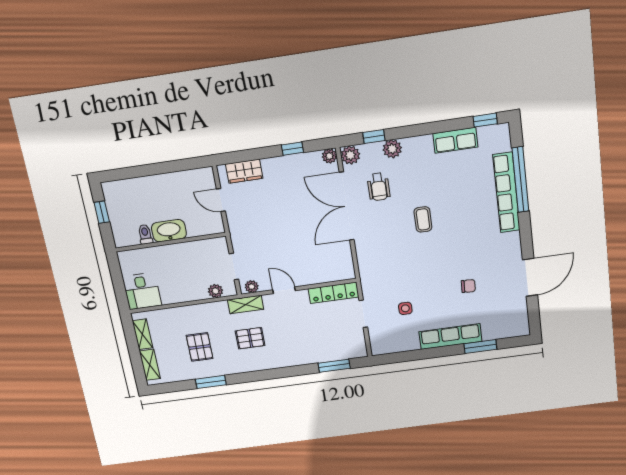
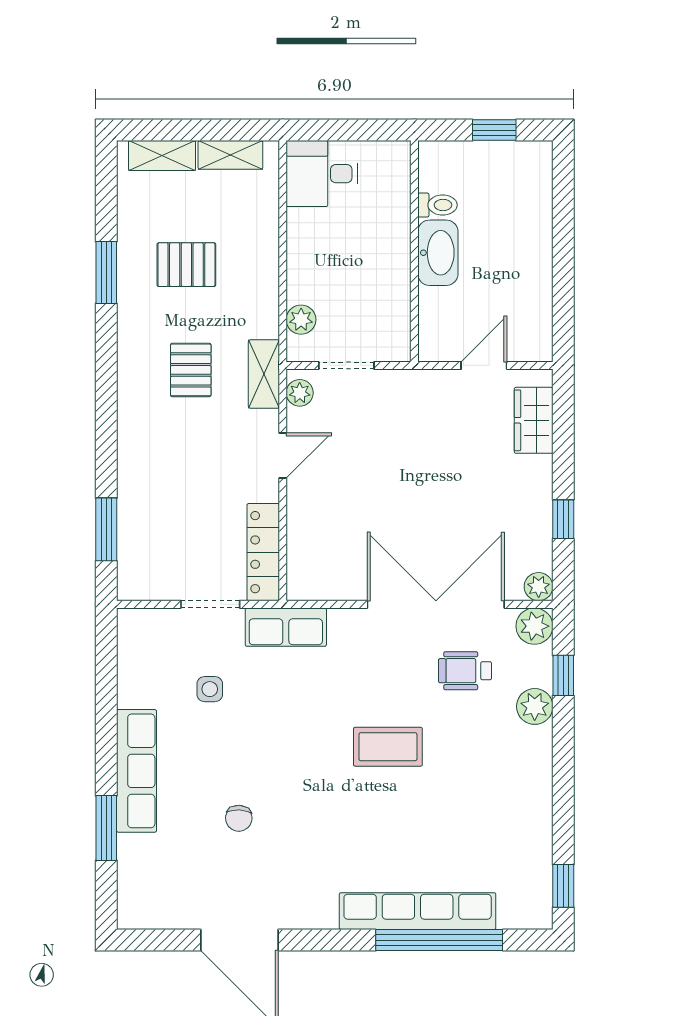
row of seats: (455, 140) -> (286, 627), moved, turned -90
coffee table: (423, 219) -> (388, 747), width x1.36, depth x1.30

